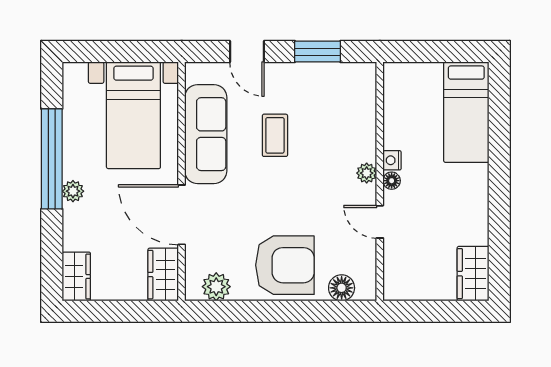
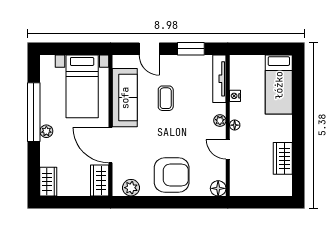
tv unit: (366, 102) -> (219, 79), added
nightstand: (392, 160) -> (235, 96), moved
wardrobe: (473, 274) -> (283, 158), moved
floor lamp: (342, 288) -> (218, 188), moved

